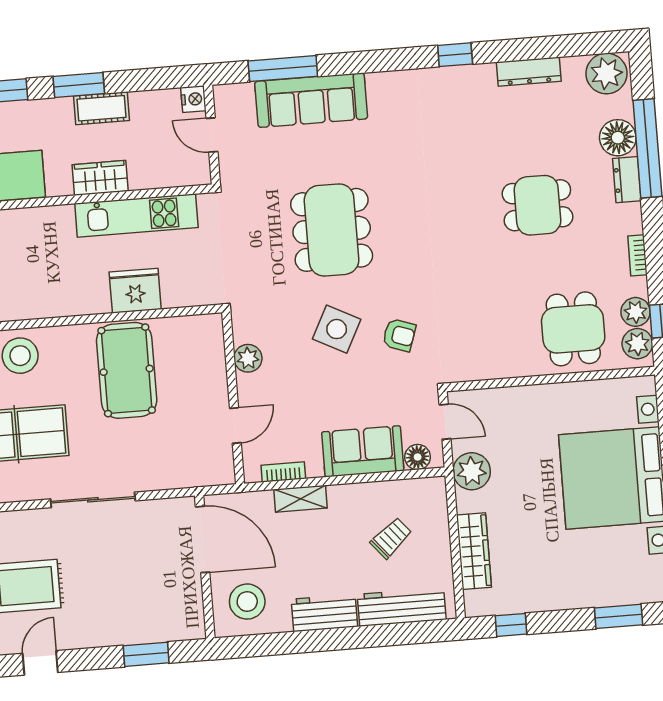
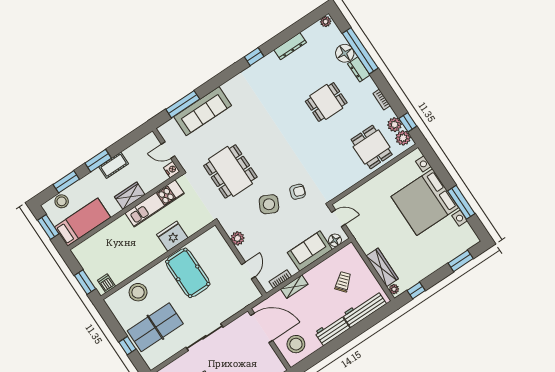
plant: (606, 73) -> (326, 22), width x0.53, depth x0.53
nightstand: (193, 99) -> (172, 170), moved
dining table: (332, 230) -> (230, 171), moved
plant: (472, 471) -> (394, 289), moved, width x0.53, depth x0.53

